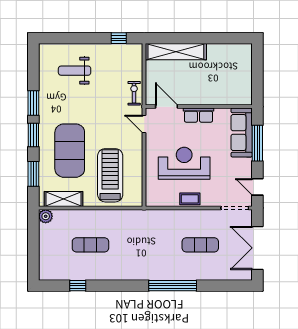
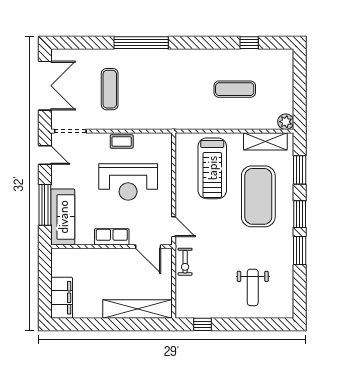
filing cabinet: (243, 62) -> (62, 298), added
weight bench: (75, 71) -> (253, 287), turned 90
exercise mat: (200, 245) -> (110, 89), turned 90

